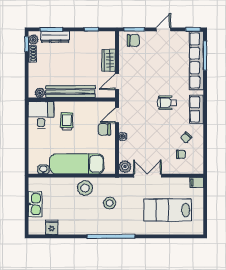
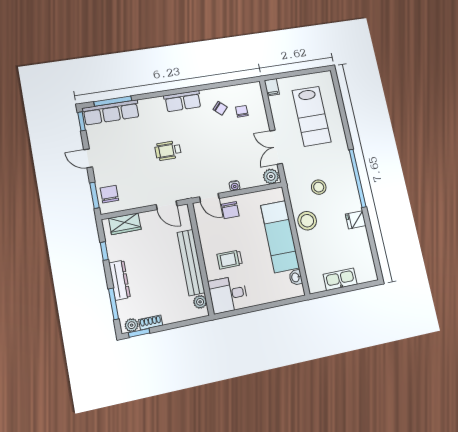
dresser: (55, 37) -> (120, 280), moved
wardrobe: (109, 60) -> (125, 224), moved
row of seats: (196, 60) -> (111, 112), width x0.73
wheelchair: (167, 103) -> (168, 151), moved, turned 90
fridge: (52, 227) -> (356, 220), moved

